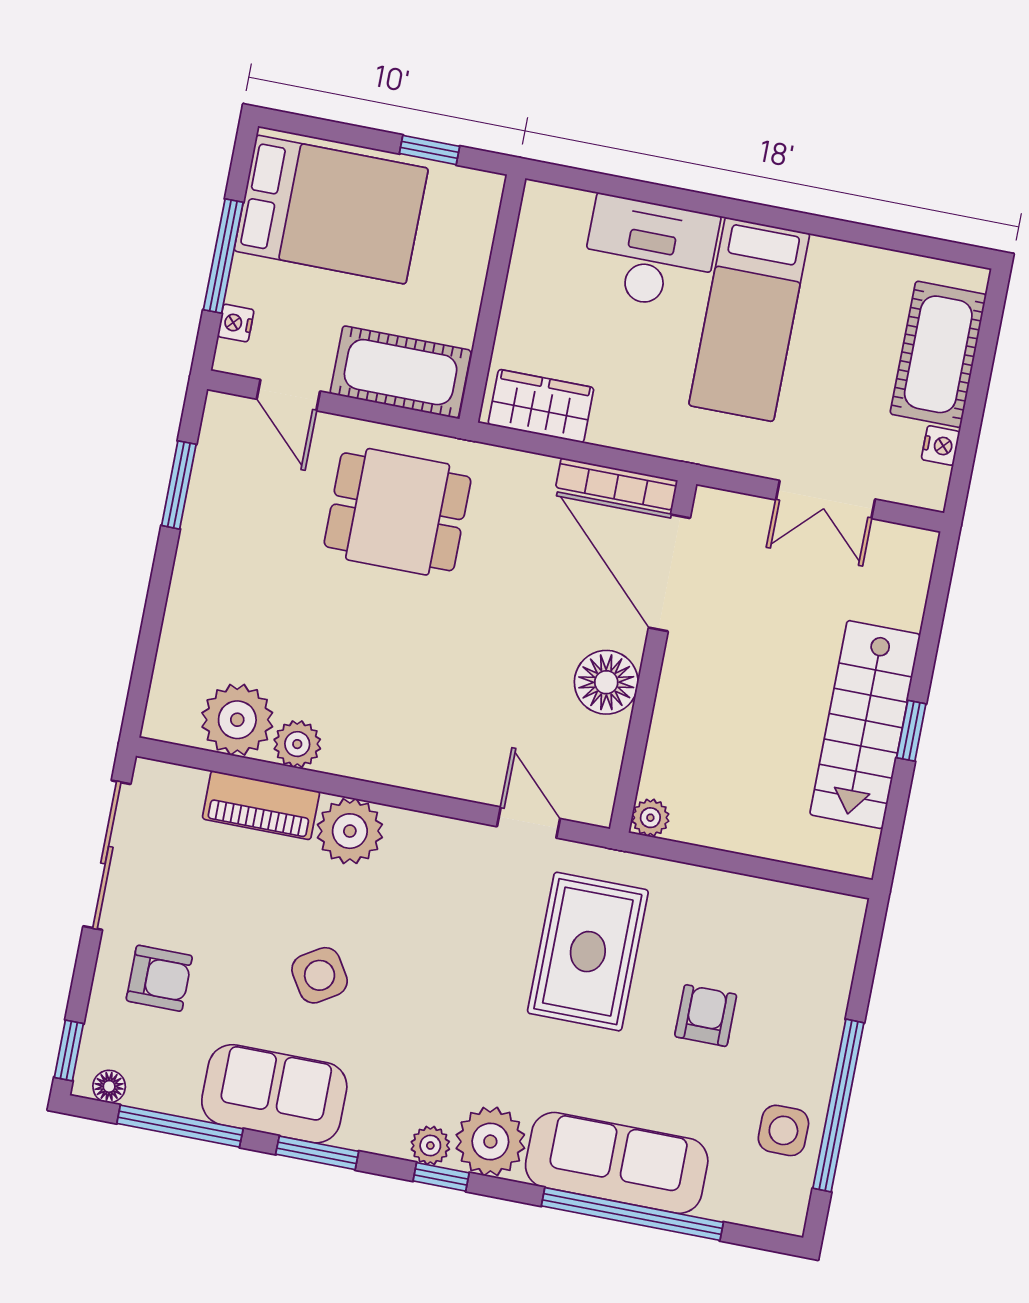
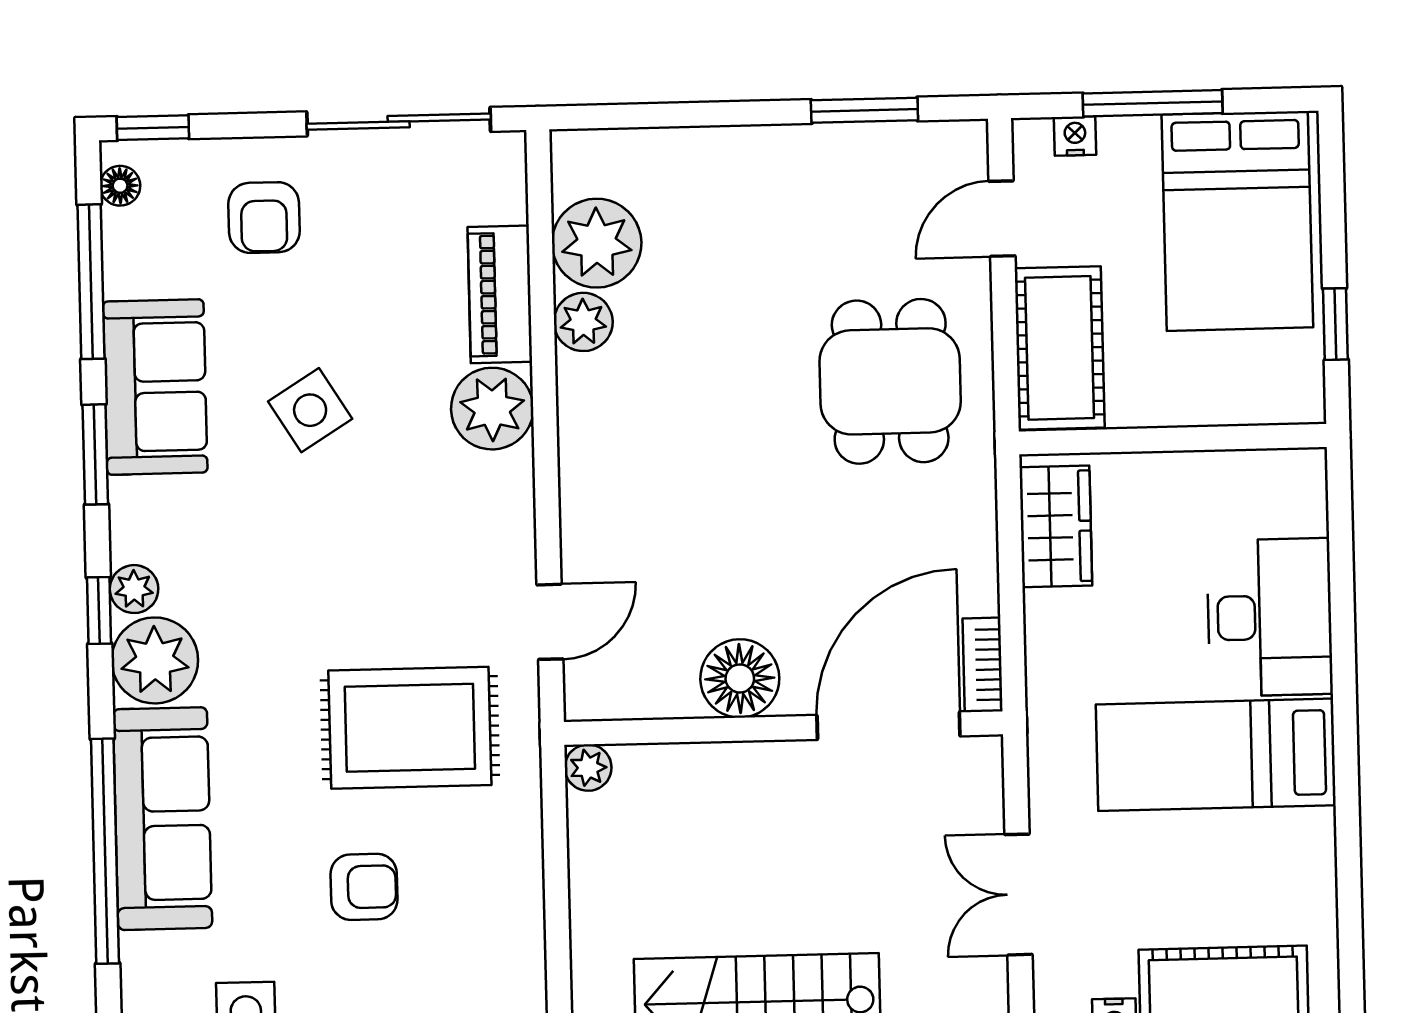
bookcase: (617, 484) -> (983, 665), width x0.64

